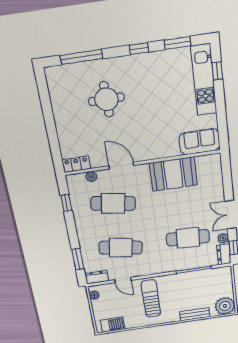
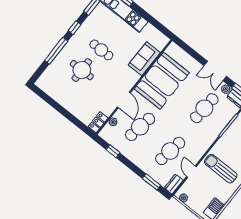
window: (81, 57) -> (56, 51), moved
cafe table: (145, 97) -> (101, 50), added
sofa: (200, 142) -> (144, 59), moved
door: (121, 166) -> (124, 100), swing flipped
booth: (173, 174) -> (162, 81), width x1.36, depth x1.42
door: (123, 280) -> (191, 172), swing flipped

